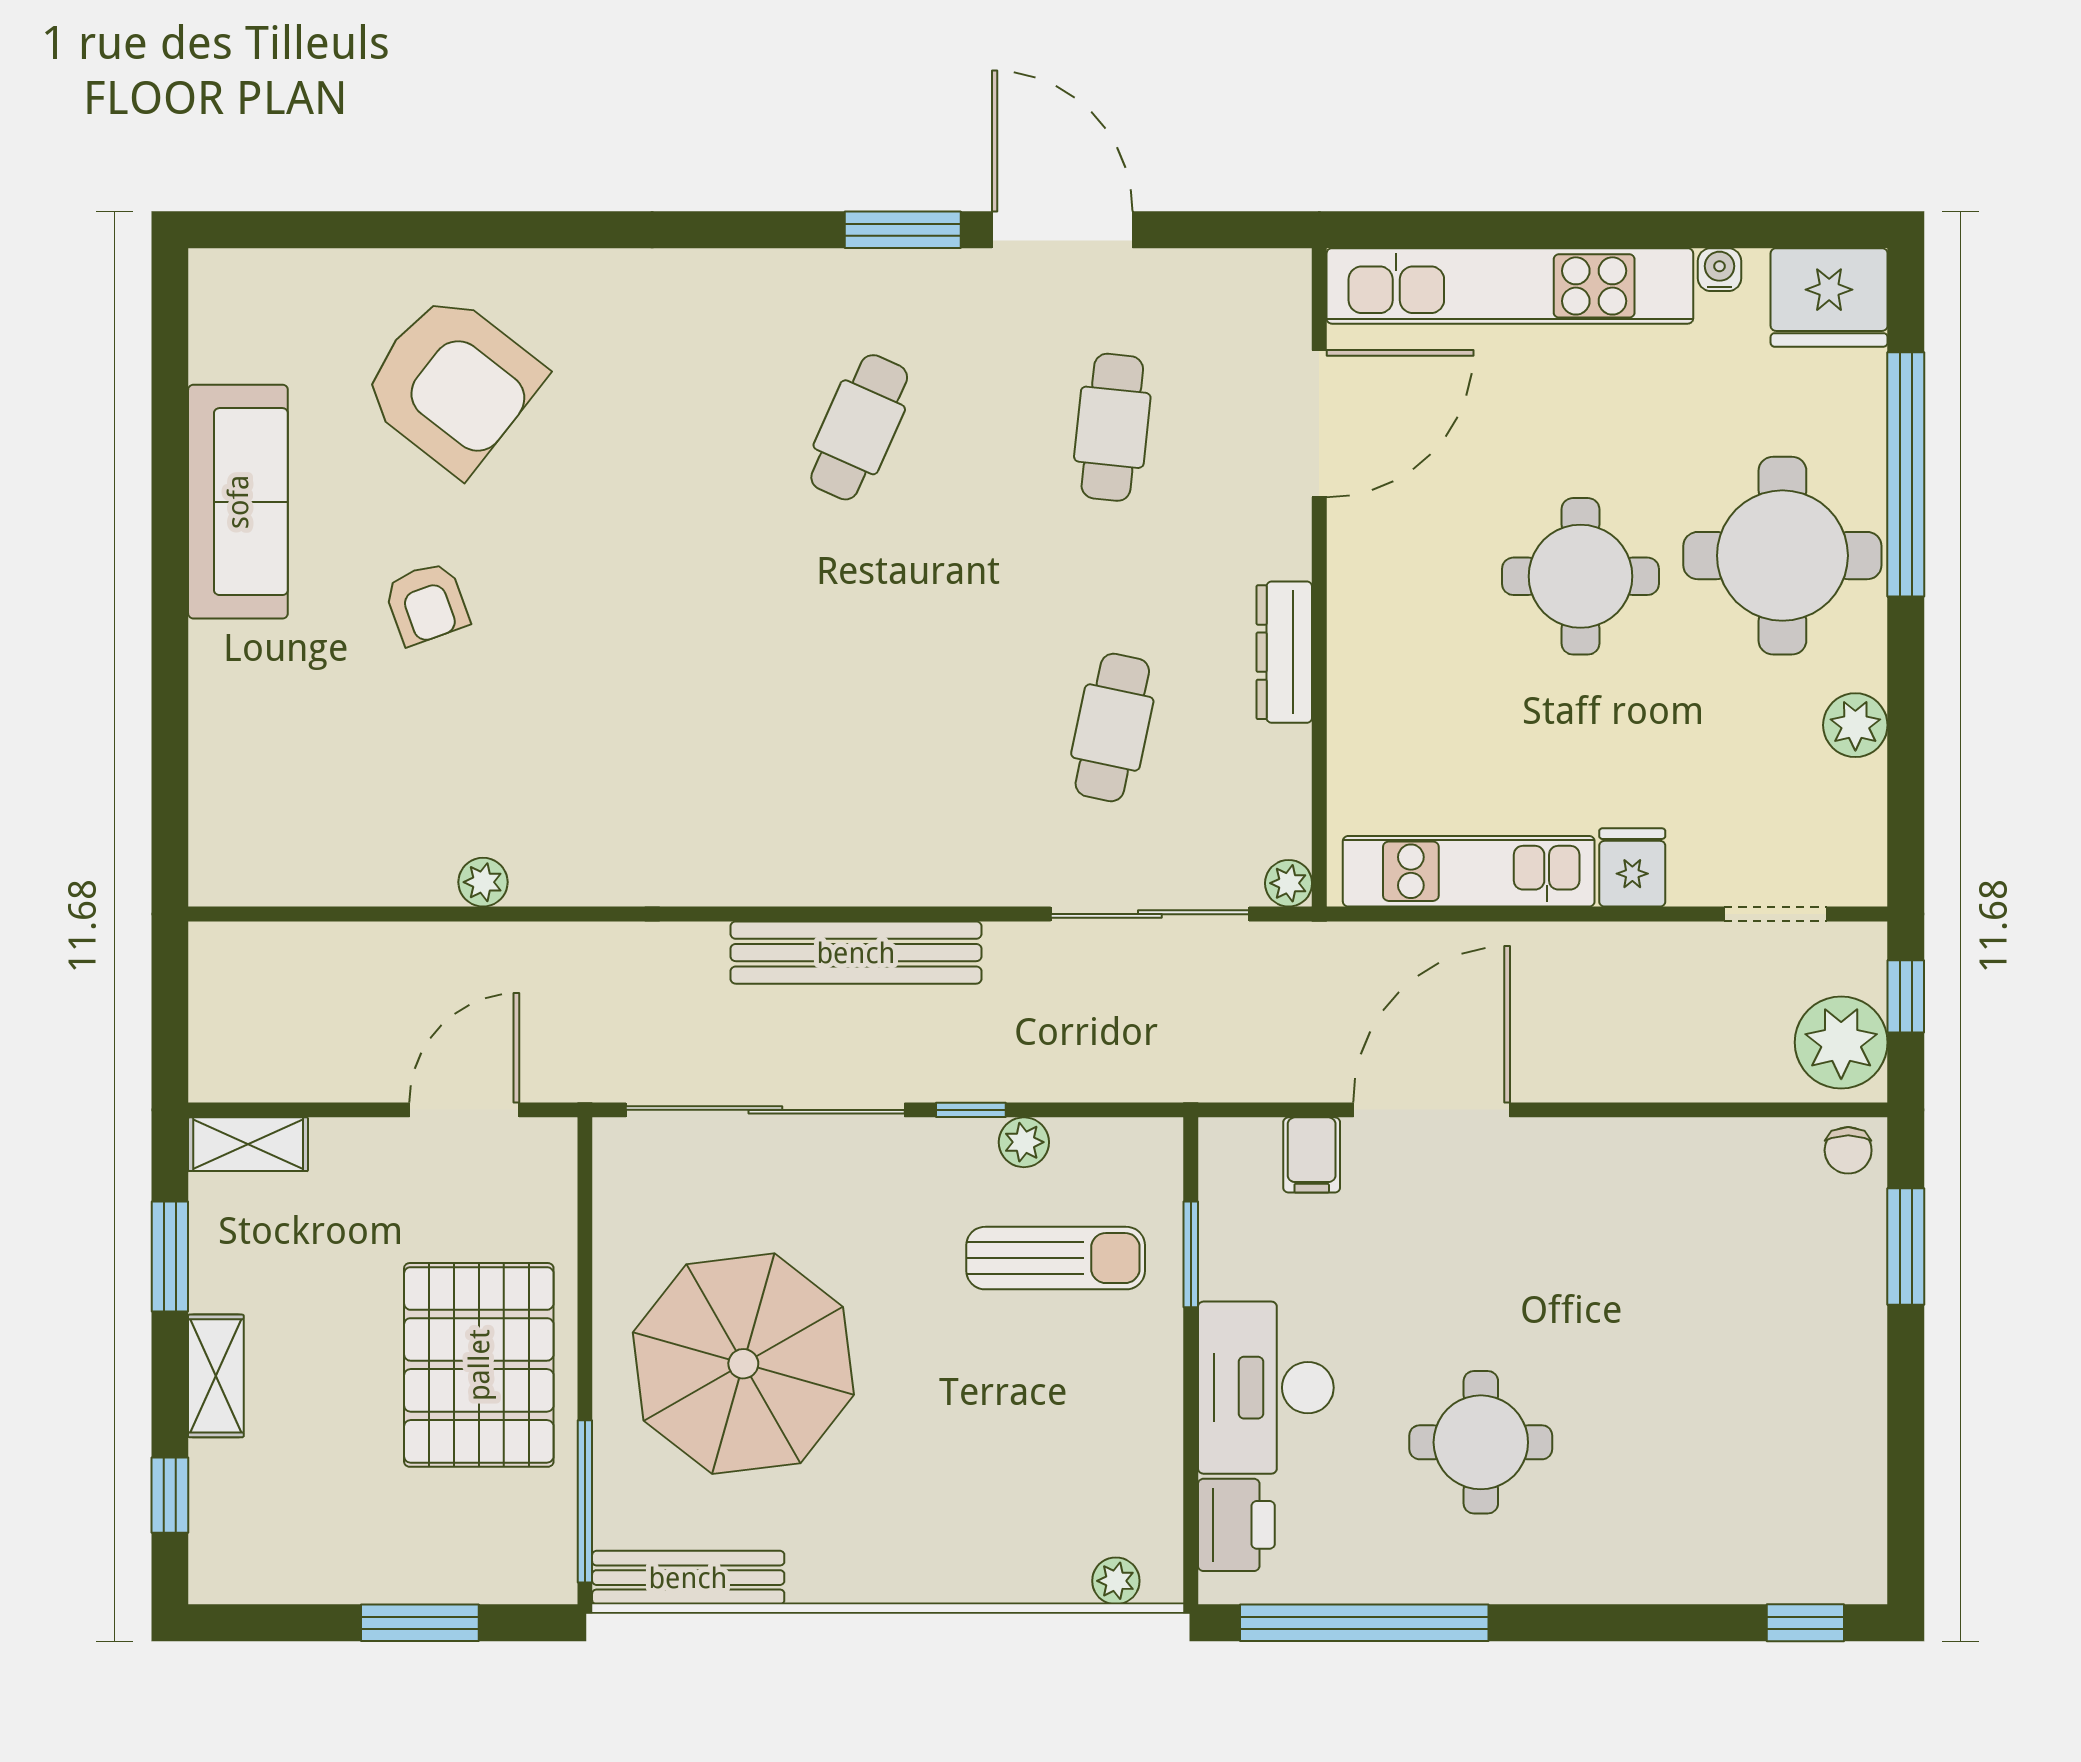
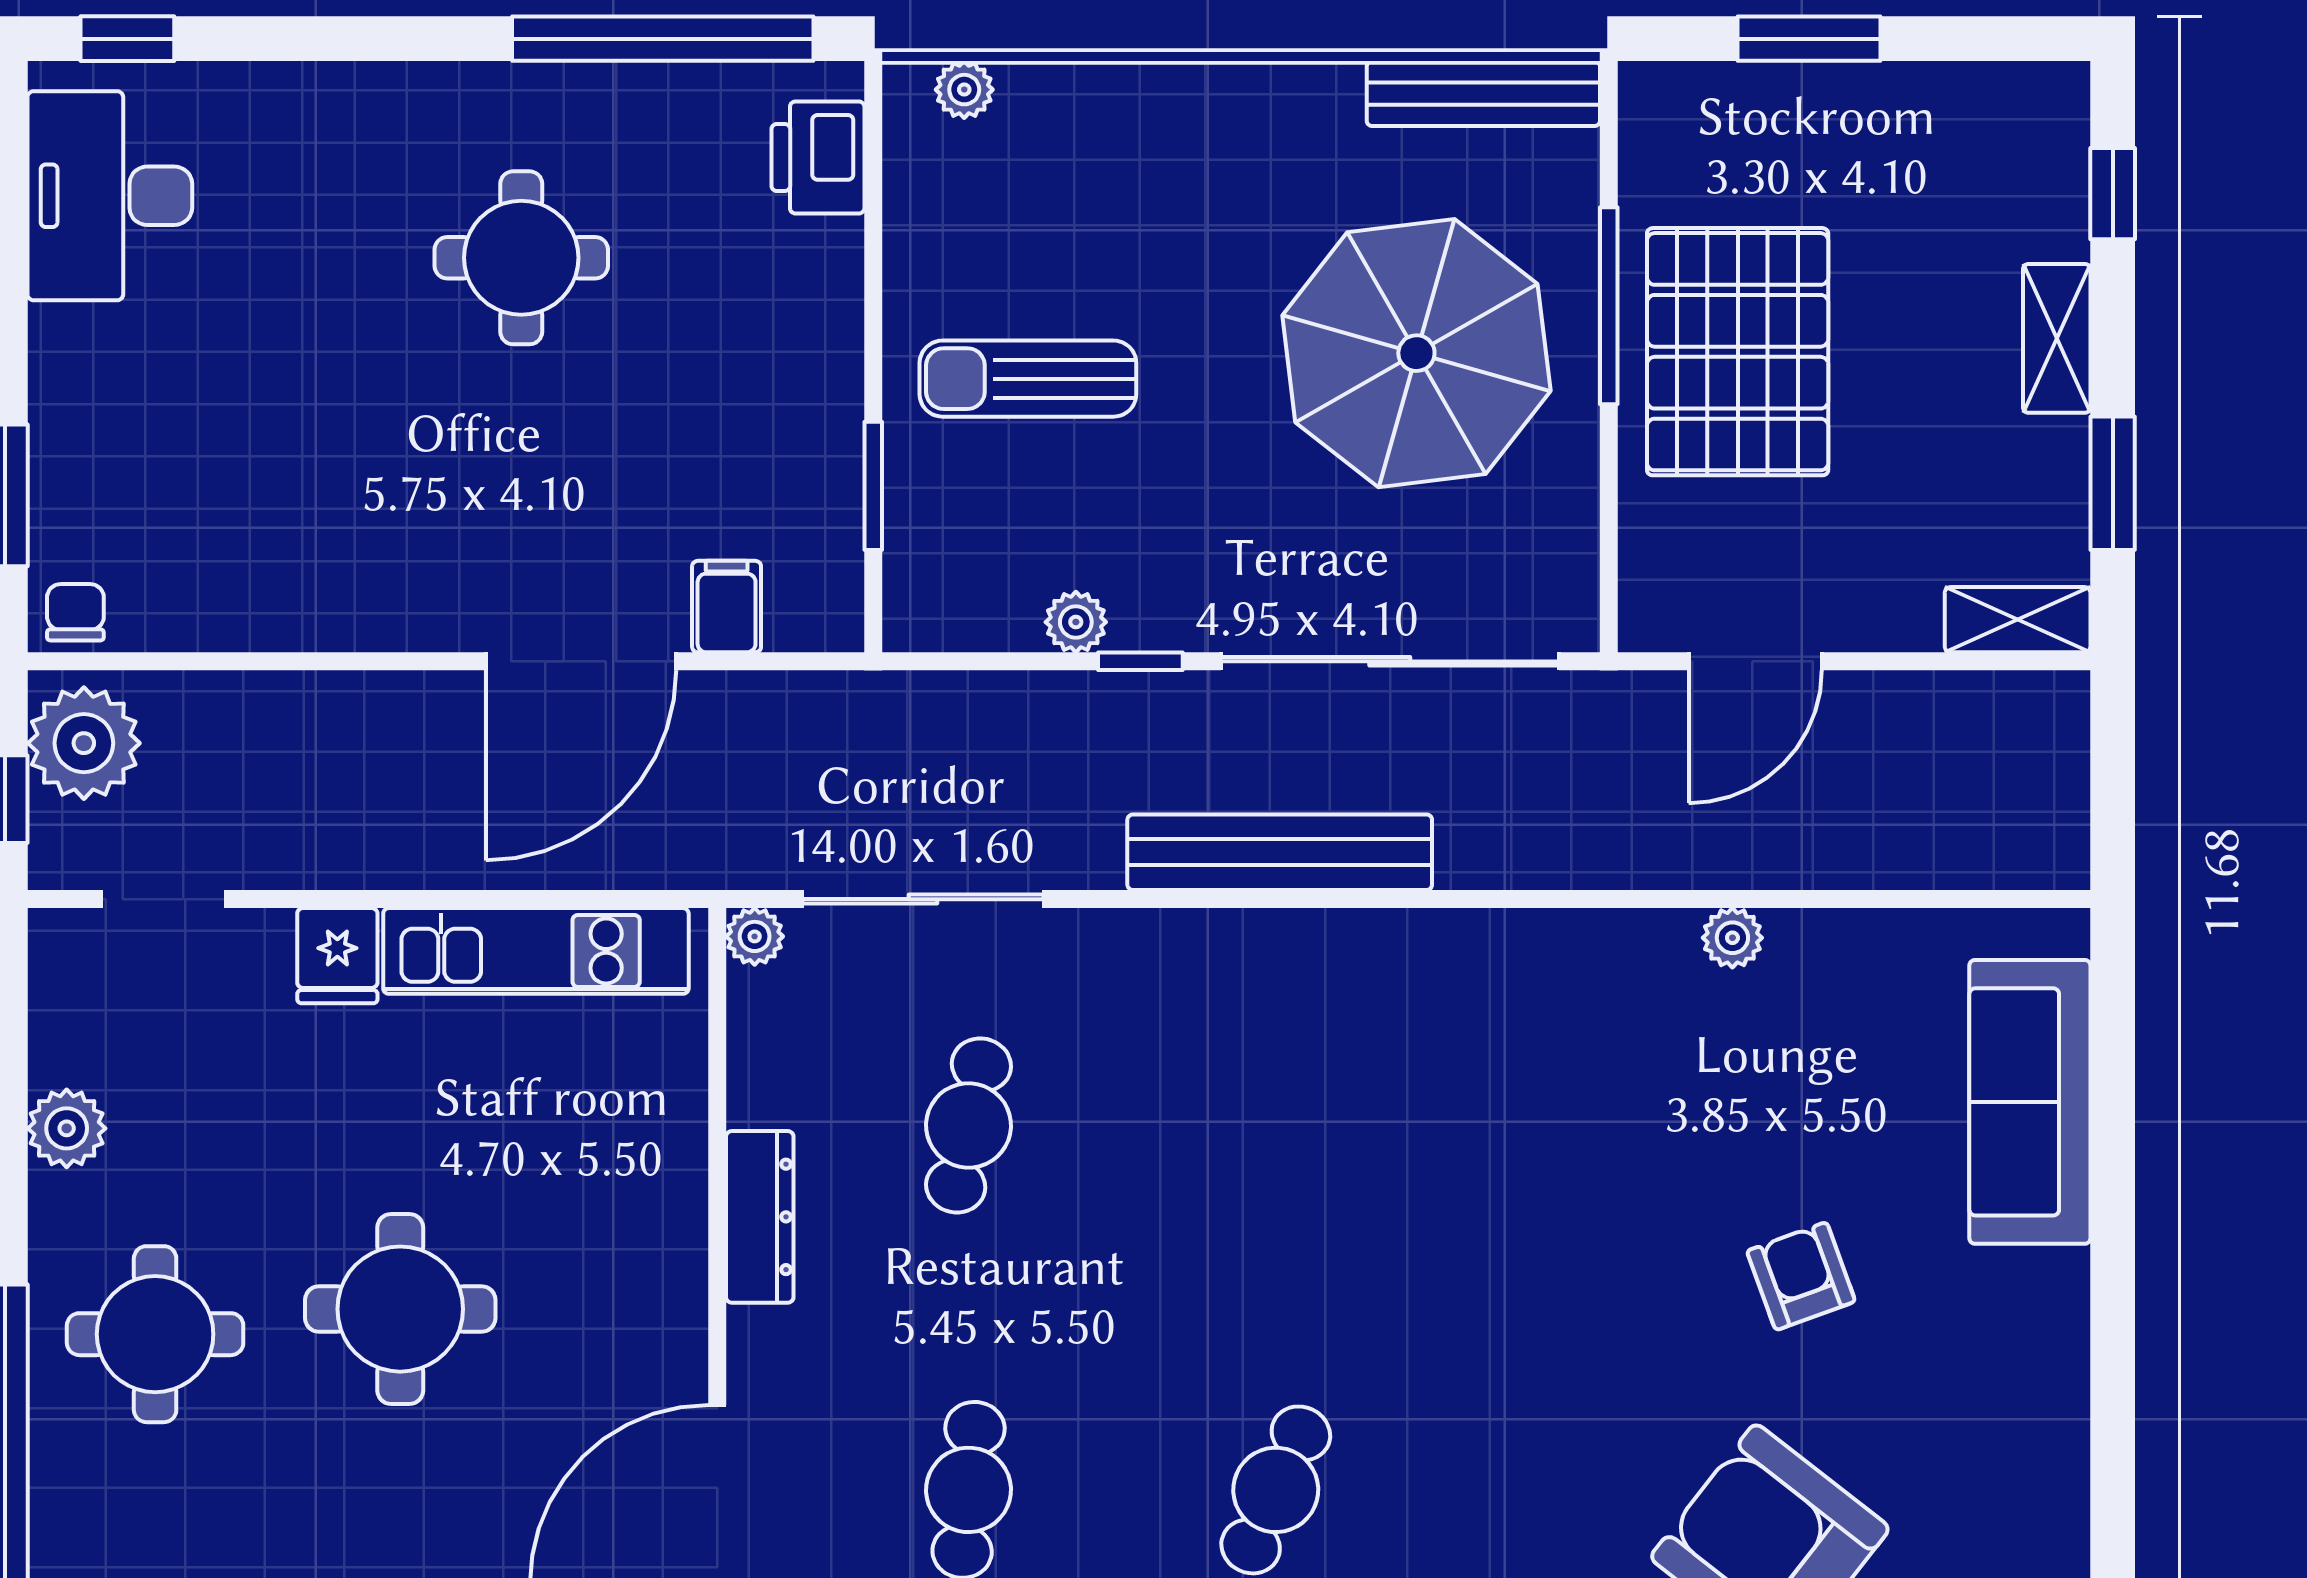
sofa: (238, 502) -> (2030, 1102), moved
round table: (1782, 556) -> (155, 1334), width x0.73, depth x0.73
sun lounger: (1056, 1258) -> (1028, 379), moved
desk: (1266, 1388) -> (110, 196), moved, turned 180
window: (585, 1501) -> (1609, 306), moved

